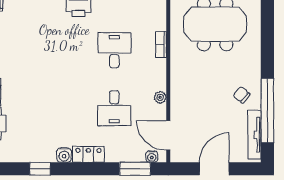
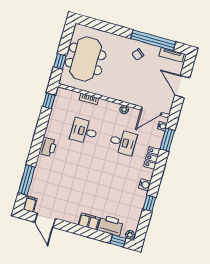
tv unit: (254, 135) -> (172, 55), width x0.71
locker: (88, 154) -> (152, 158), moved

